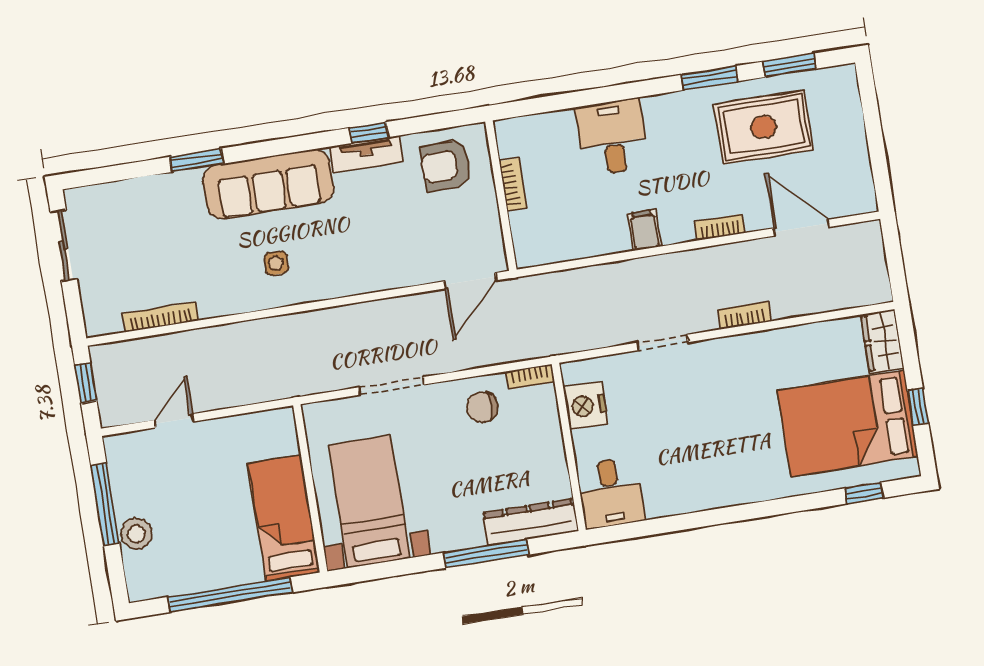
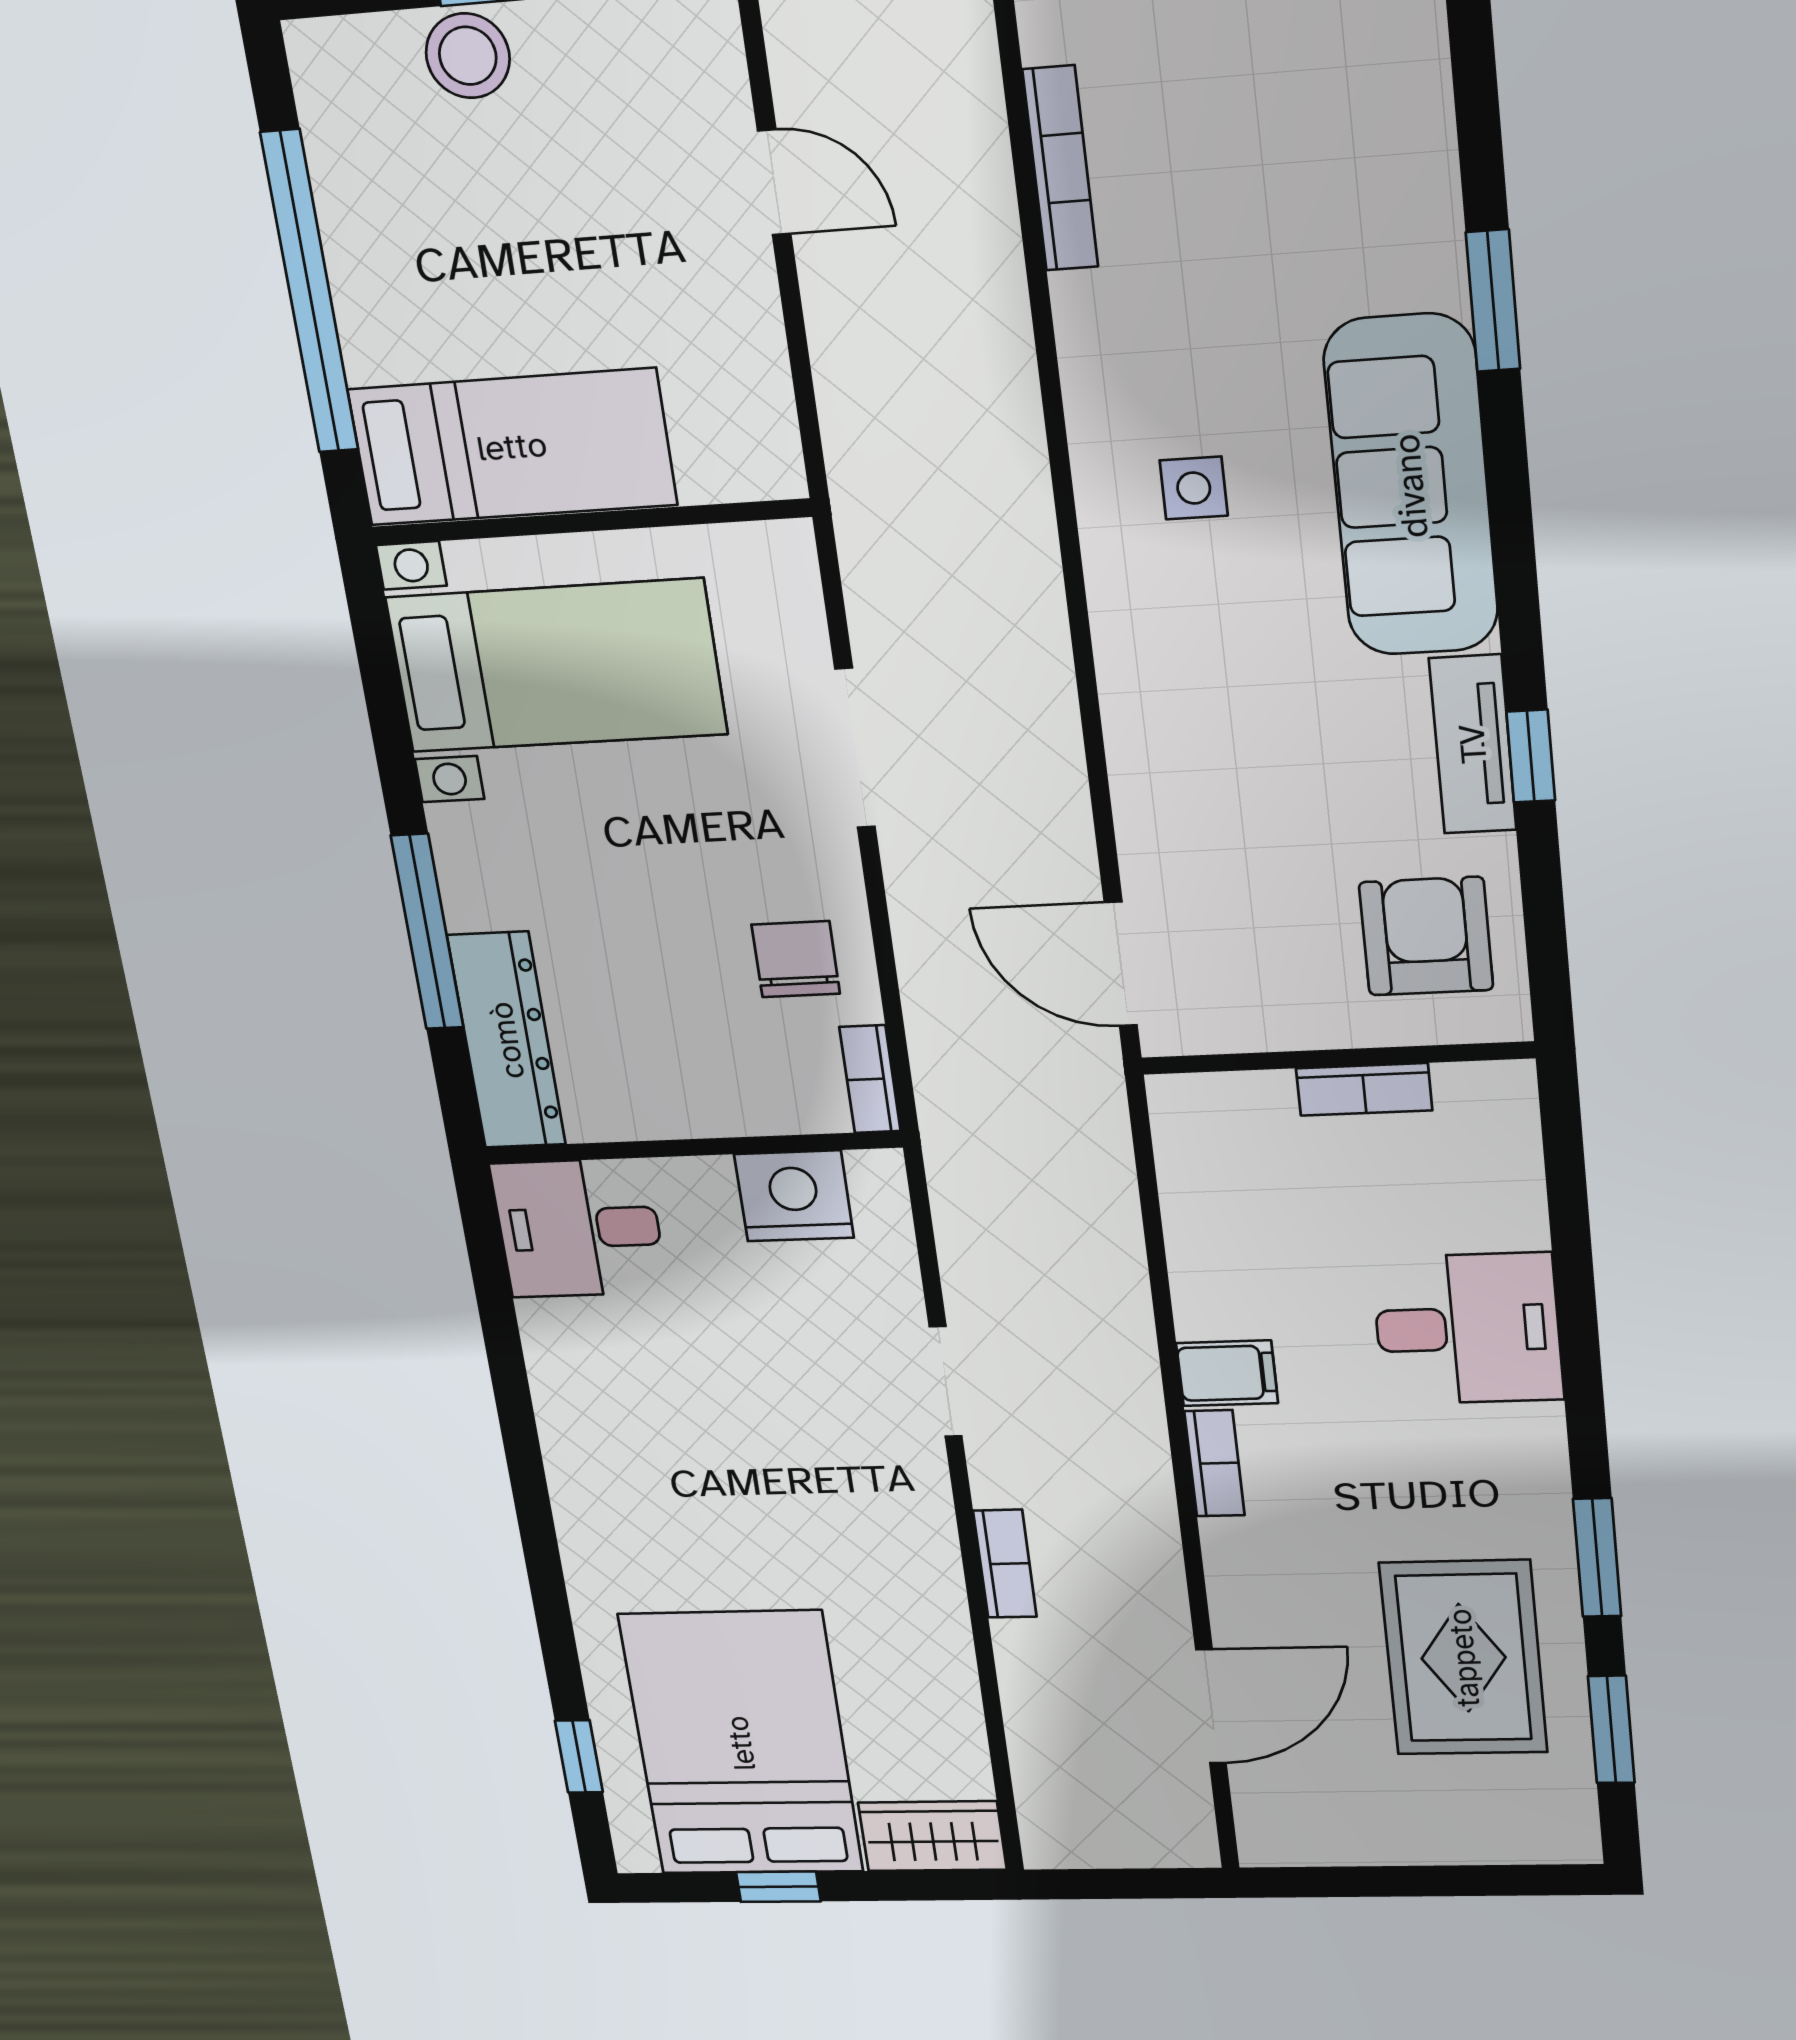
bookcase: (720, 227) -> (1215, 1463), moved

